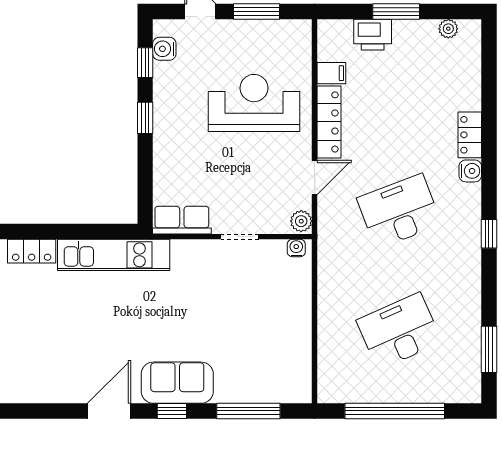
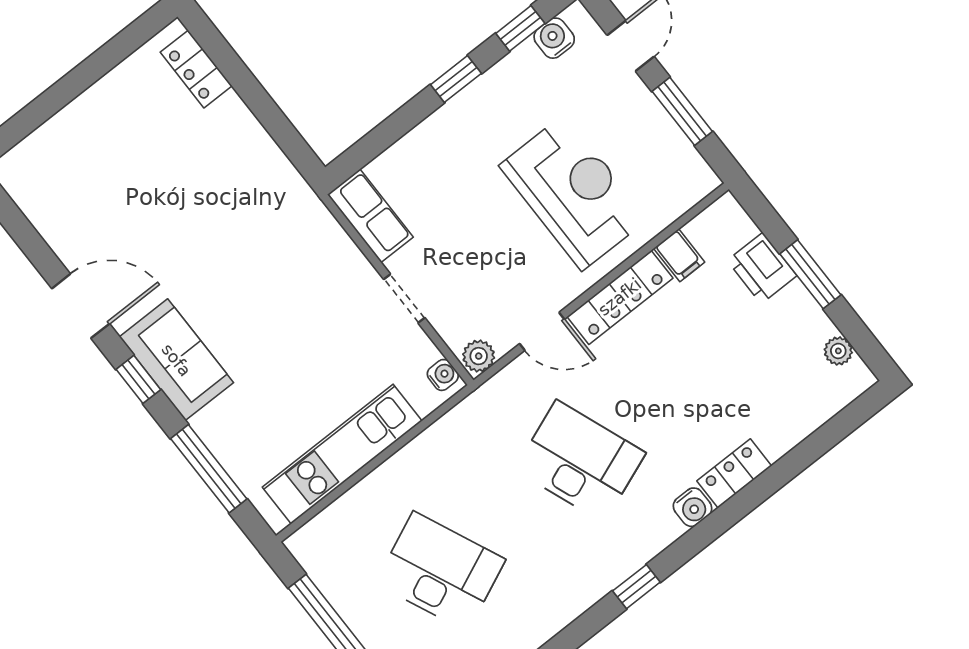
kitchen unit: (114, 255) -> (342, 454), moved, turned 90

